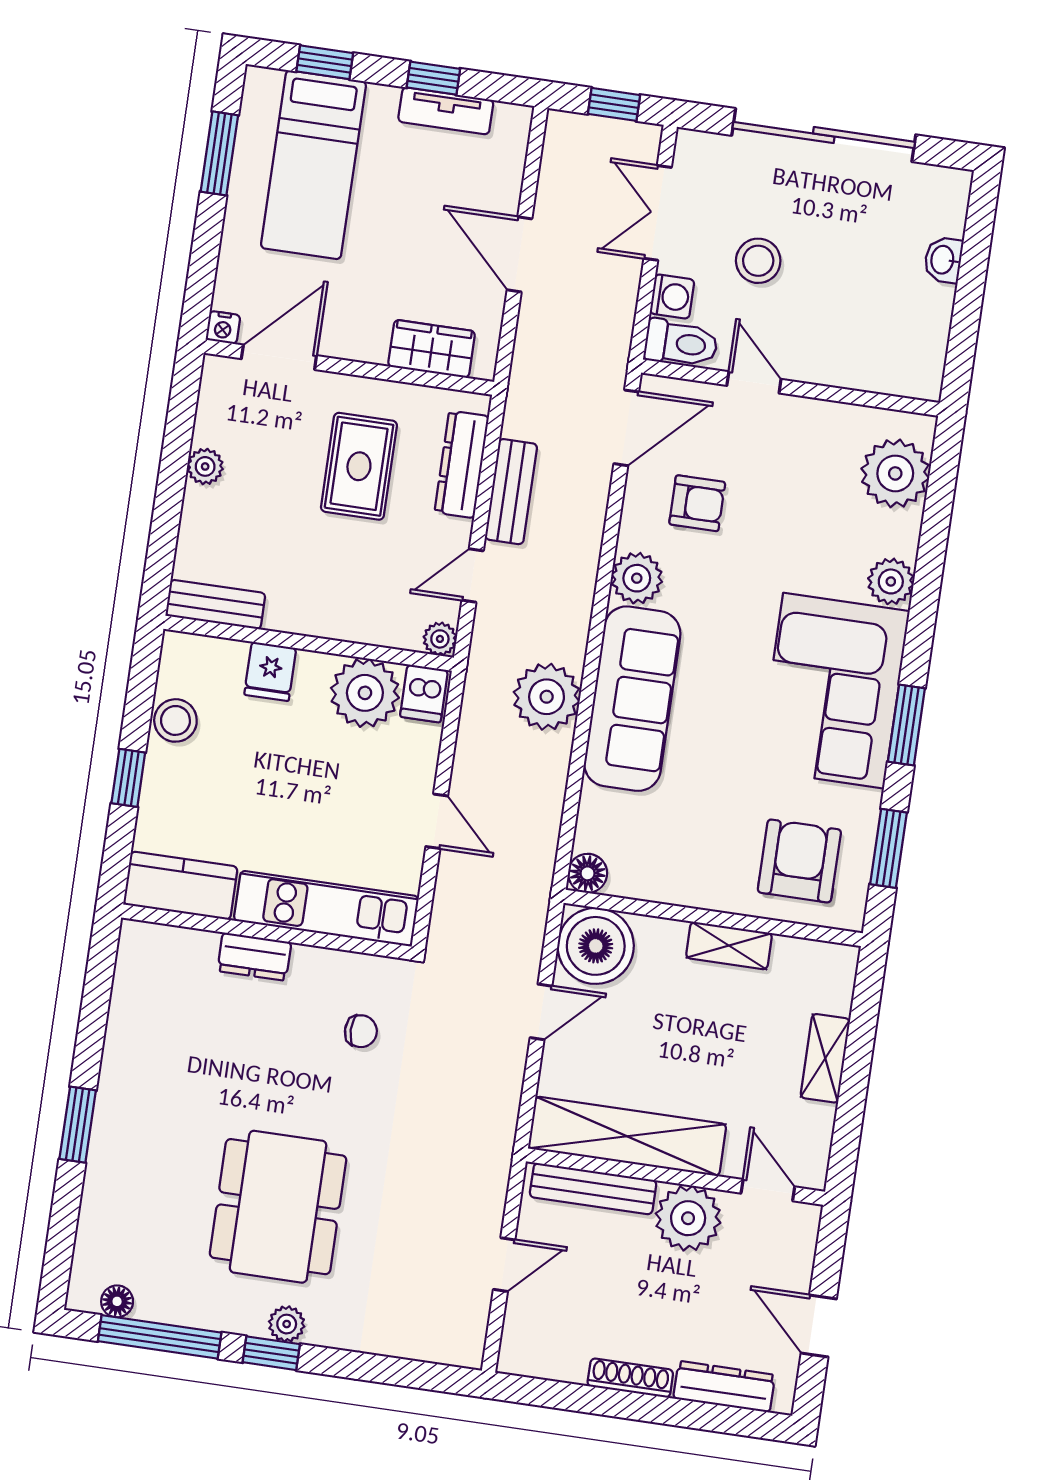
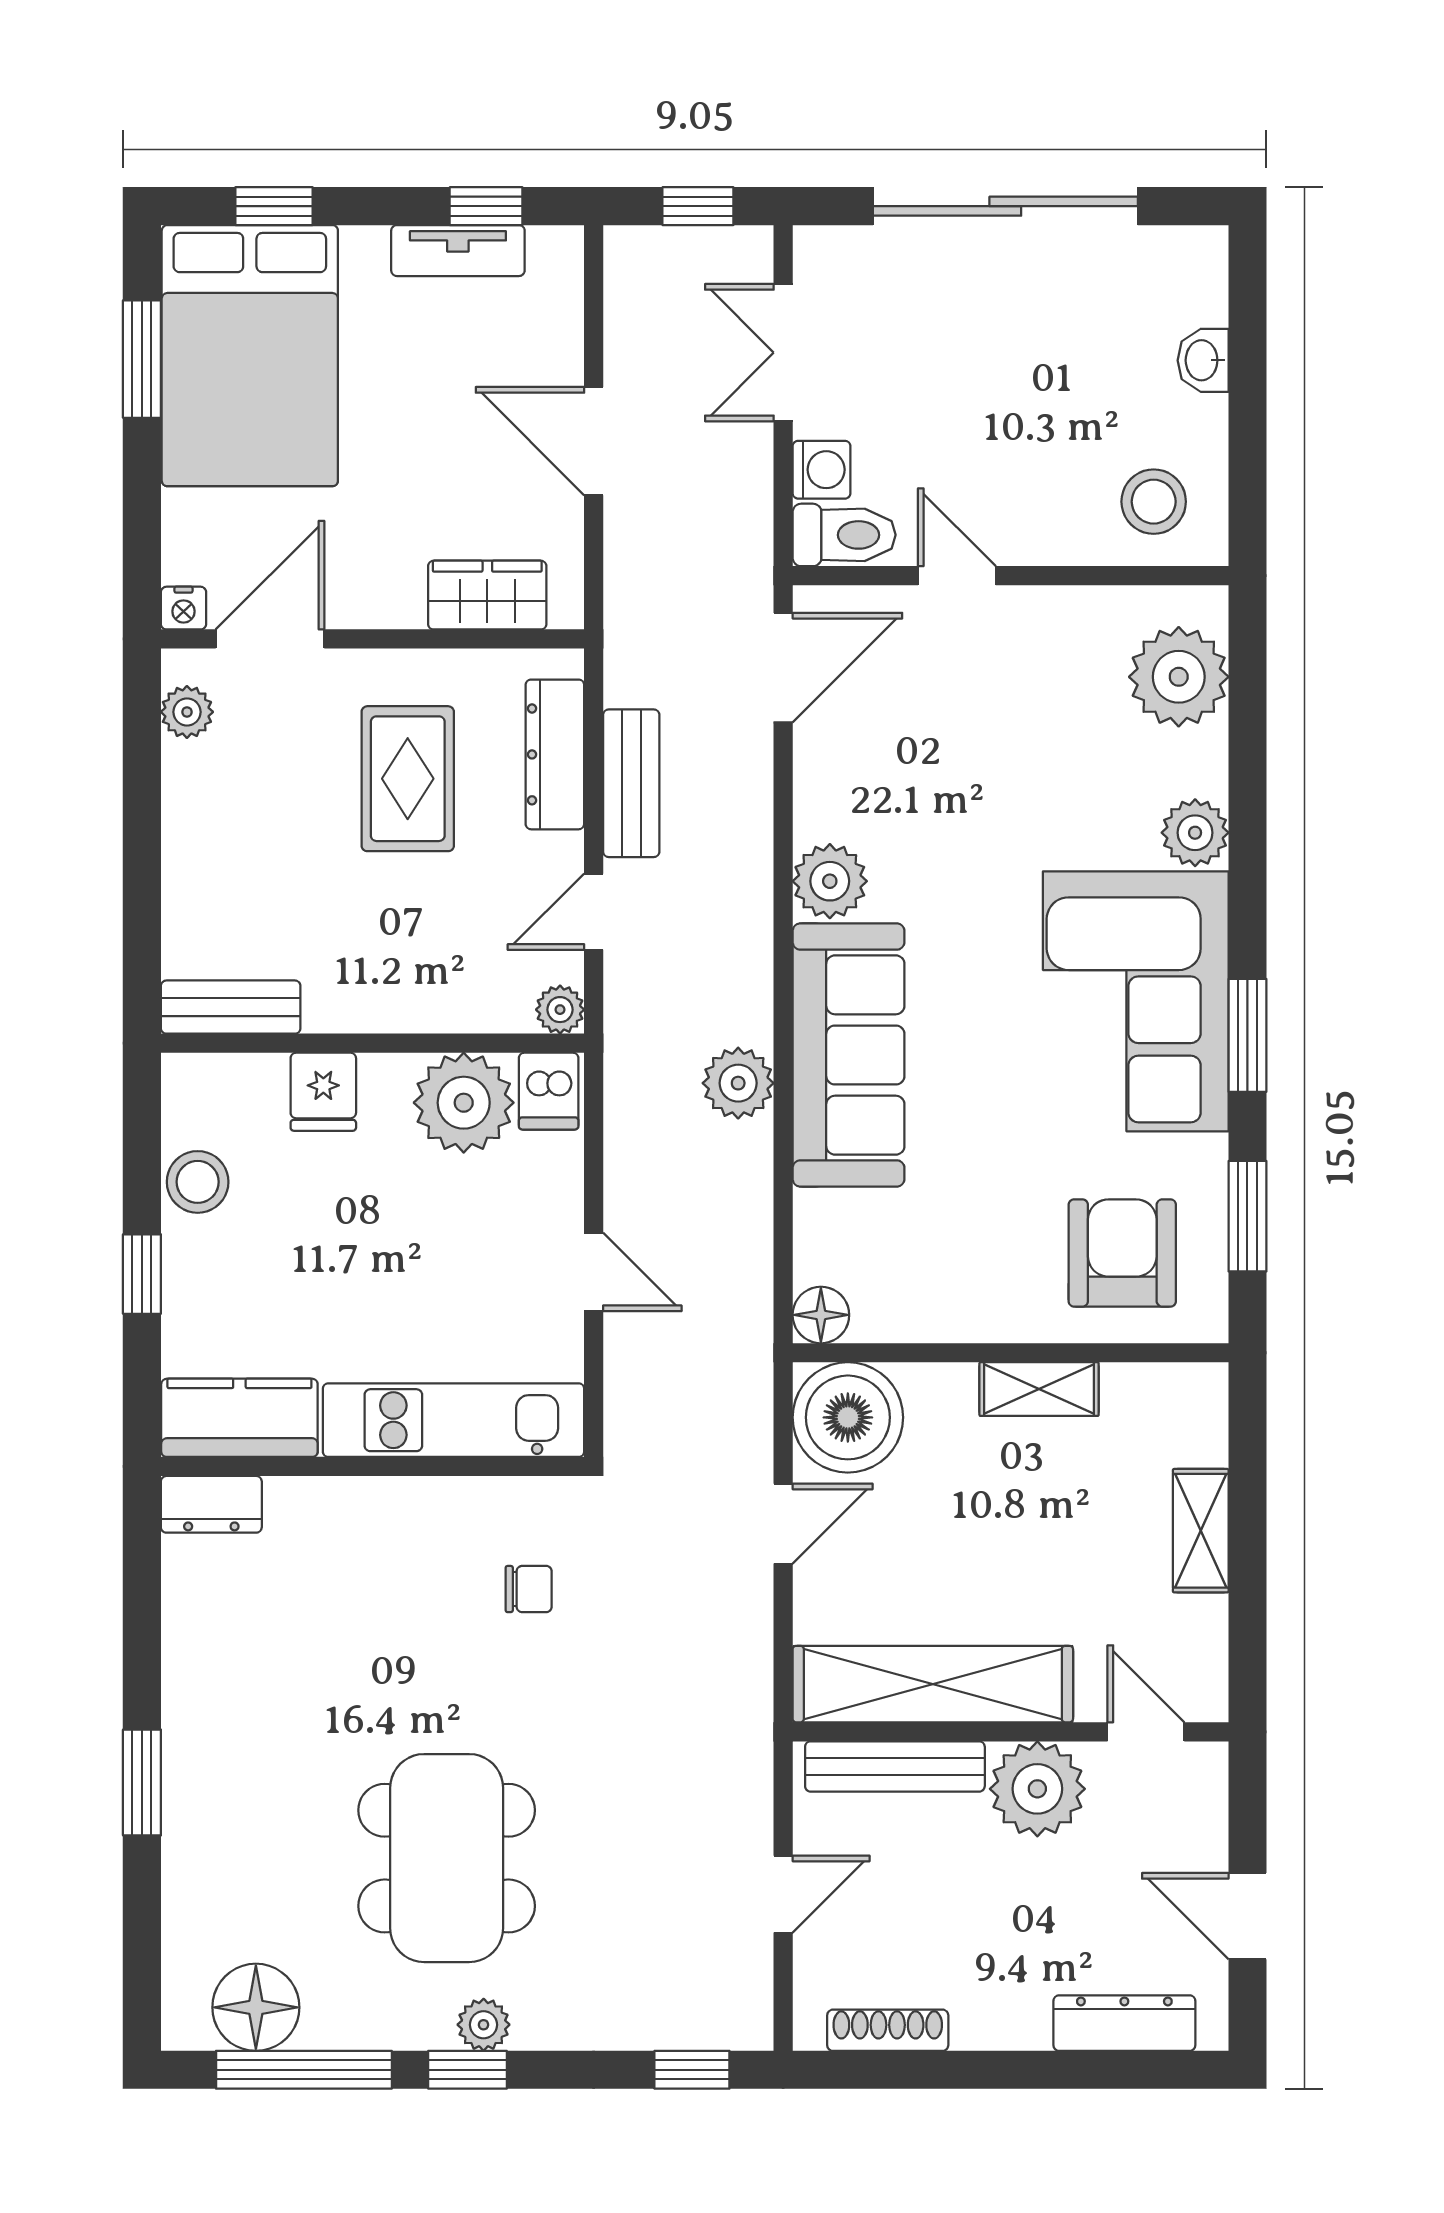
window: (433, 78) -> (486, 206), moved
bed: (313, 165) -> (250, 356), width x1.50
stool: (758, 261) -> (1154, 502), moved
plant: (205, 466) -> (187, 712), moved
armchair: (697, 503) -> (901, 761), removed
plant: (547, 697) -> (738, 1083), width x0.73, depth x0.73
dresser: (254, 957) -> (211, 1504), moved
floor lamp: (117, 1301) -> (256, 2007), width x1.89, depth x1.89
window: (424, 1376) -> (692, 2070), added
shoe rack: (630, 1378) -> (888, 2030), moved

